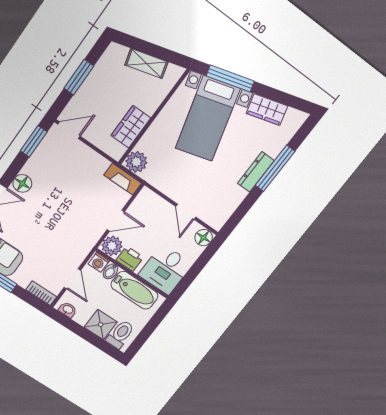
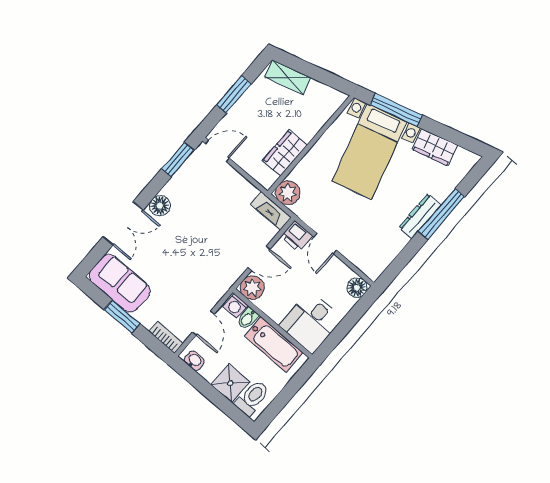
shelving: (146, 63) -> (288, 77), moved
door: (186, 212) -> (325, 244), moved
printer: (130, 259) -> (297, 236), moved, turned 180

